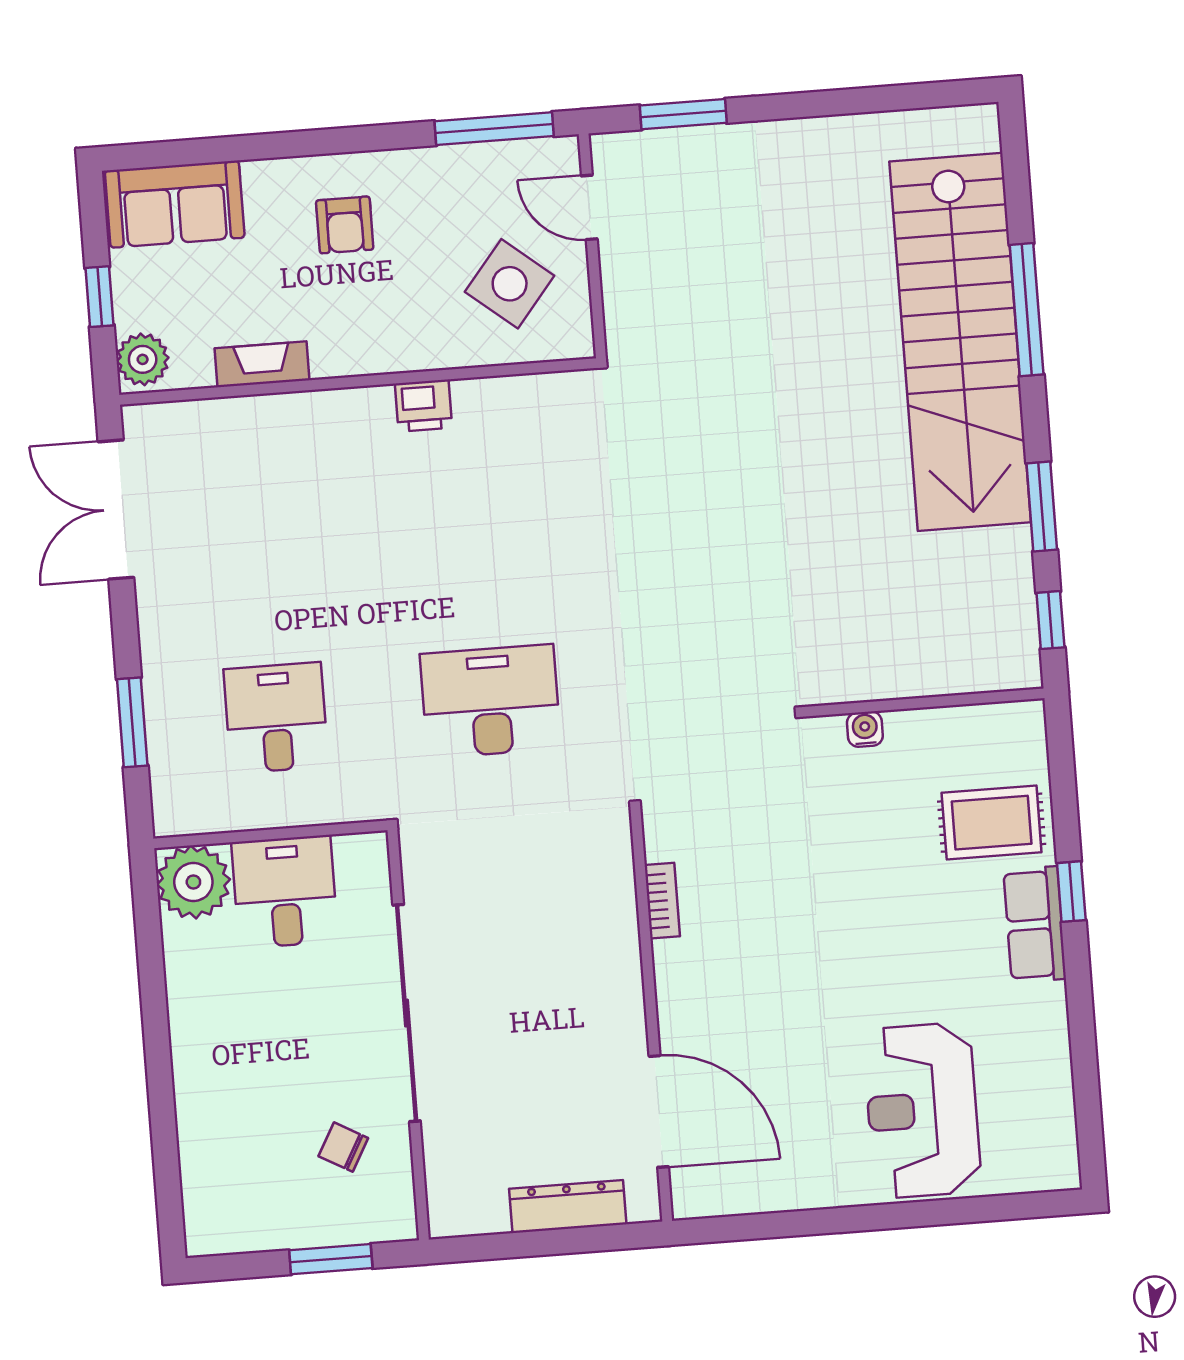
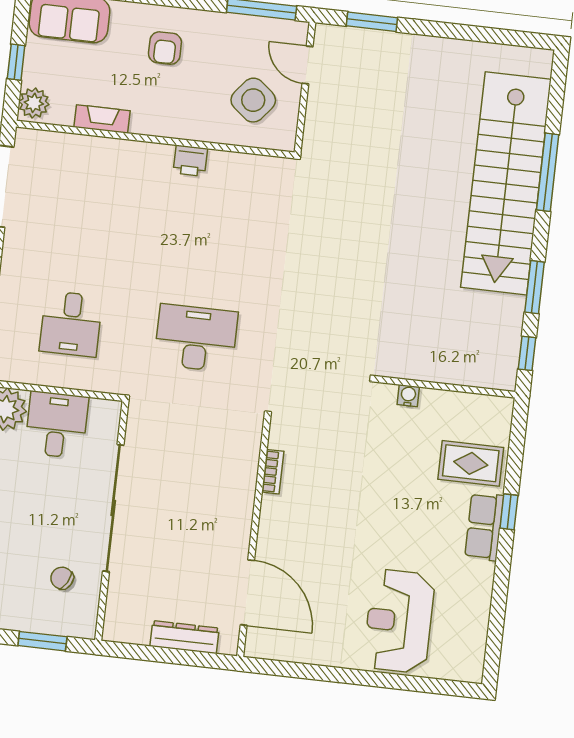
desk: (276, 718) -> (71, 324), turned 180

